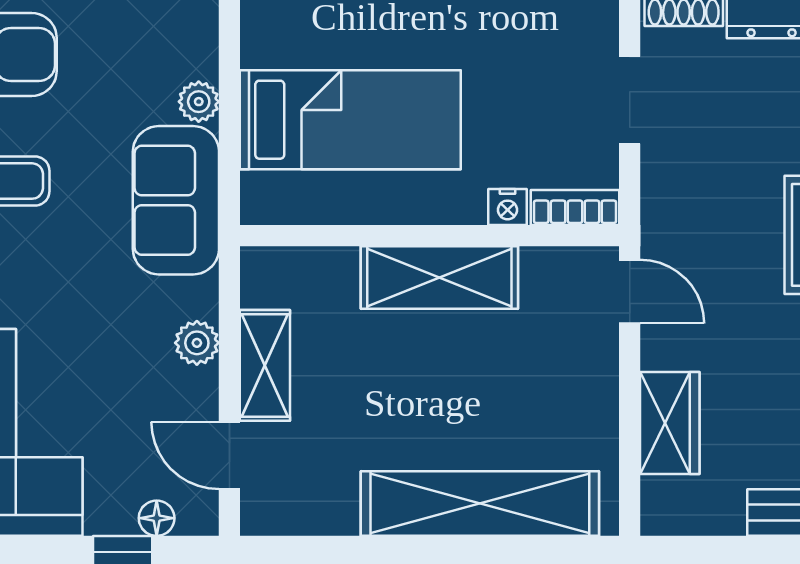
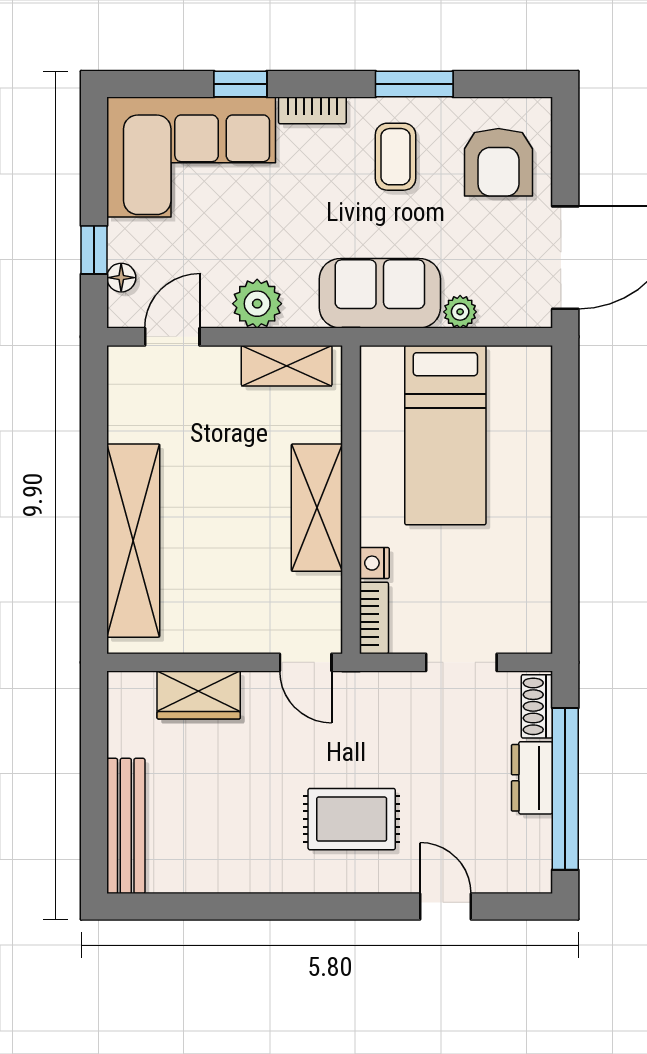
door: (630, 292) -> (306, 662), hinge flipped
plant: (197, 343) -> (257, 304), width x1.38, depth x1.38
shelving: (265, 365) -> (287, 366), moved

